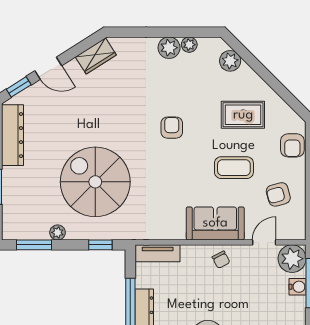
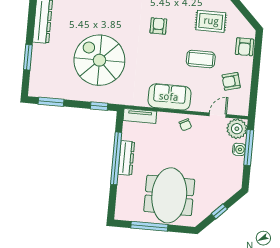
sofa: (215, 223) -> (169, 97), moved
plant: (58, 232) -> (69, 94), removed

